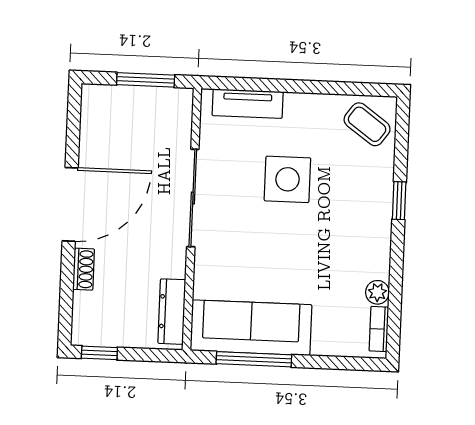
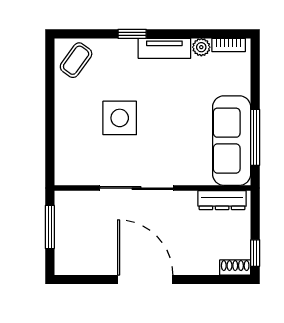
tv unit: (248, 104) -> (164, 48), moved, turned 90
shoe rack: (84, 269) -> (235, 268), moved

